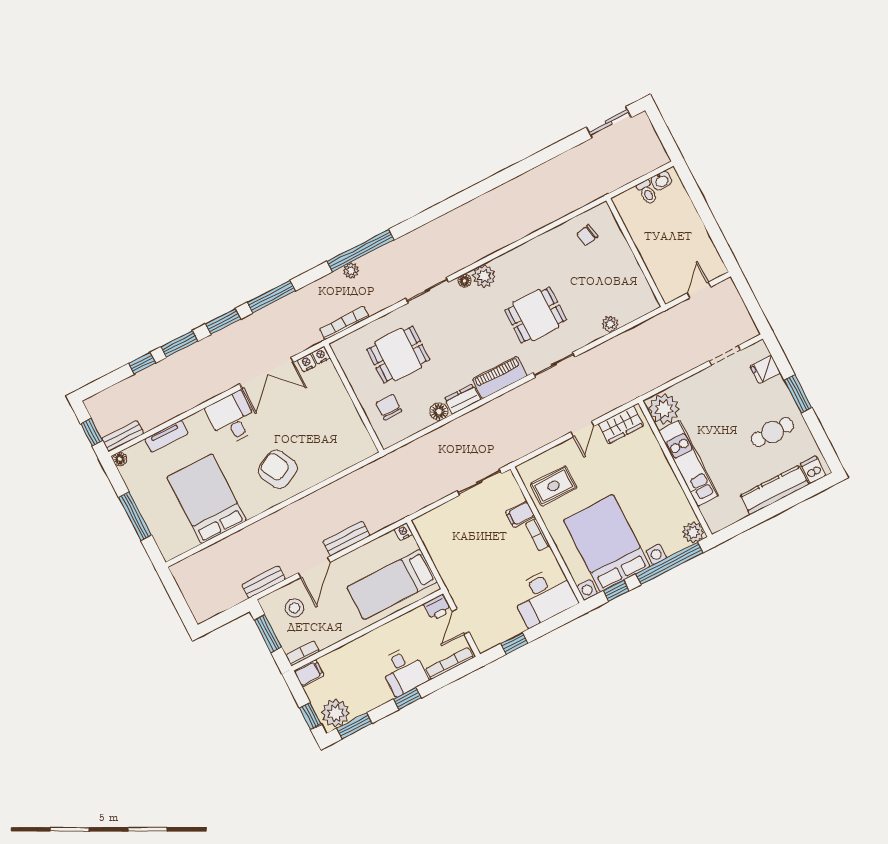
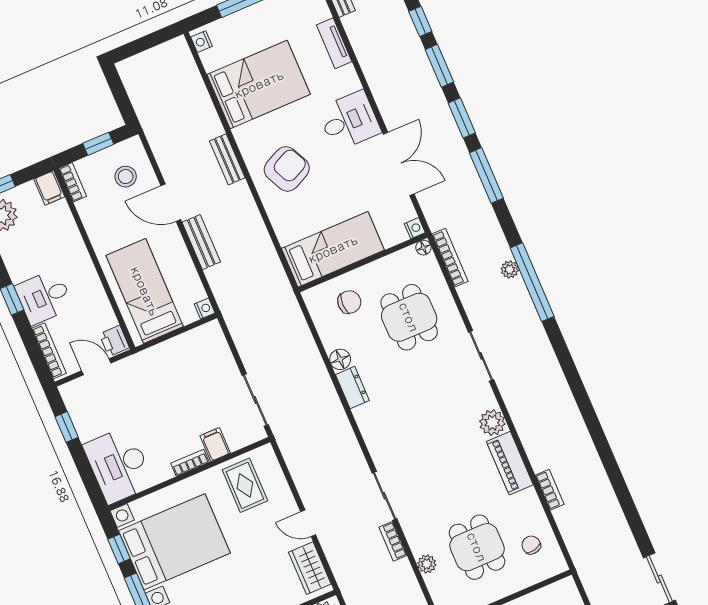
bookcase: (538, 223) -> (550, 490), added
floor lamp: (465, 281) -> (423, 248), moved
dining table: (536, 315) -> (477, 547), moved
bookcase: (593, 355) -> (393, 541), added
nightstand: (307, 363) -> (201, 42), moved, turned 180
double door: (267, 373) -> (399, 164), swing flipped
piano: (500, 377) -> (510, 463), moved, turned 180
bed: (344, 425) -> (333, 249), added
bench: (264, 582) -> (227, 159), moved
window: (268, 634) -> (98, 144), width x0.67

